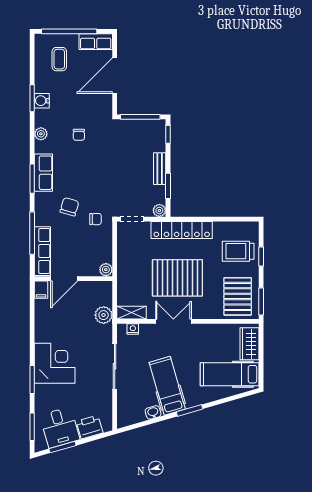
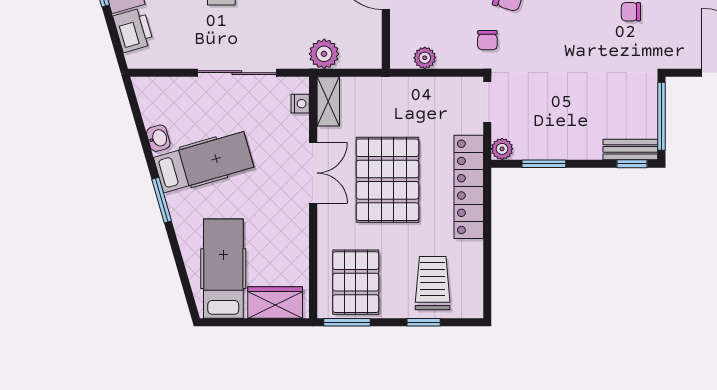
bench: (160, 169) -> (630, 149), moved
plant: (106, 270) -> (425, 58), moved
pallet: (238, 296) -> (356, 282), turned 90

